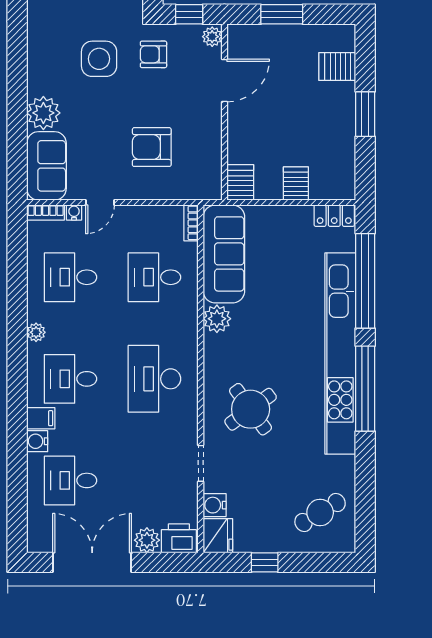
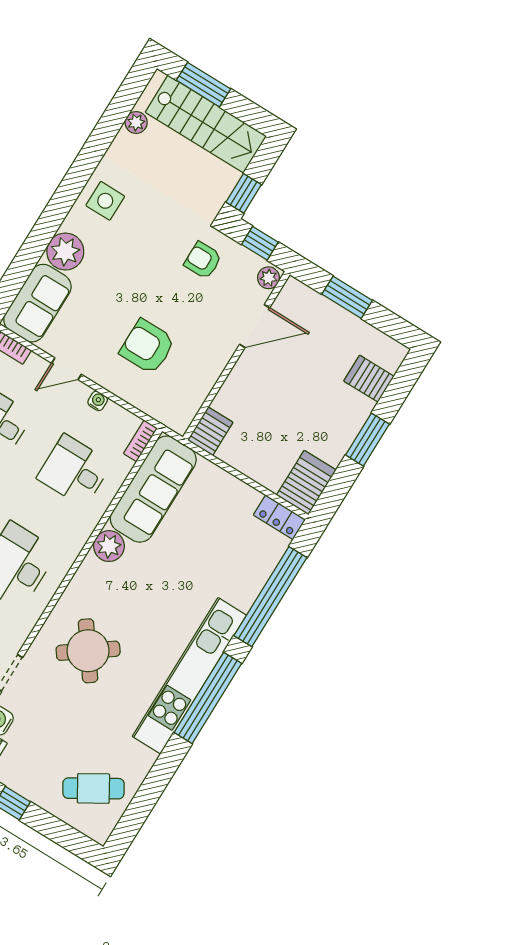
side table: (99, 59) -> (105, 201), moved, width x0.73, depth x0.73
server rack: (296, 184) -> (306, 483), moved, width x1.36, depth x1.44
water cooler: (74, 213) -> (98, 401), moved
kitchen unit: (340, 354) -> (189, 676), width x0.73

